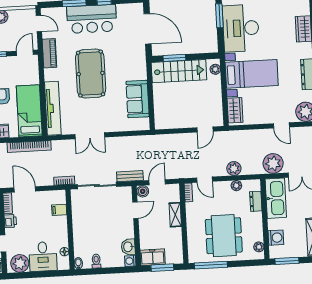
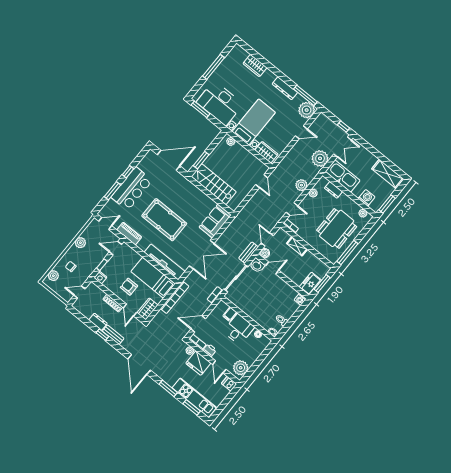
door: (25, 53) -> (115, 248), hinge flipped
stairs: (179, 71) -> (214, 184), moved, turned -90
sofa: (138, 99) -> (215, 221), moved, turned 90
double door: (90, 136) -> (202, 255), width x1.37
door: (135, 210) -> (272, 268), hinge flipped
dining table: (224, 236) -> (337, 228), turned 90
washbasin: (128, 247) -> (257, 265), moved
desk: (43, 256) -> (239, 329), moved, turned -90

